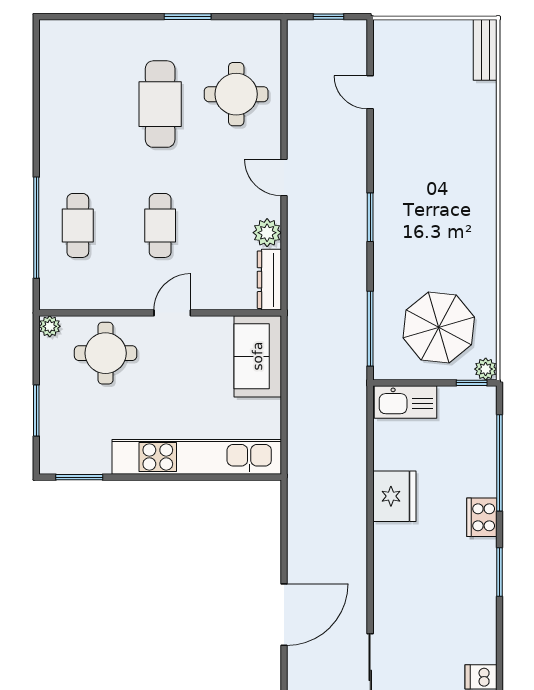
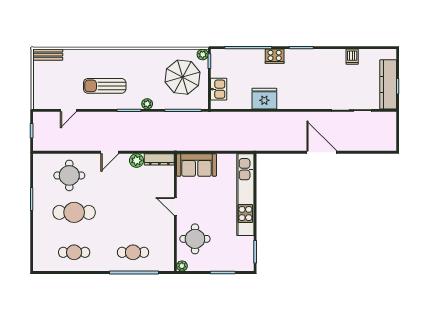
sun lounger: (421, 167) -> (105, 86), added
cafe table: (160, 225) -> (74, 252), moved
plant: (384, 255) -> (147, 104), added
kitchen sink: (406, 402) -> (219, 89), width x0.73

